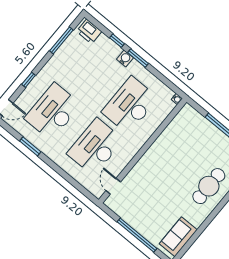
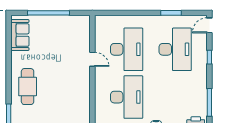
door: (113, 186) -> (92, 59), moved

